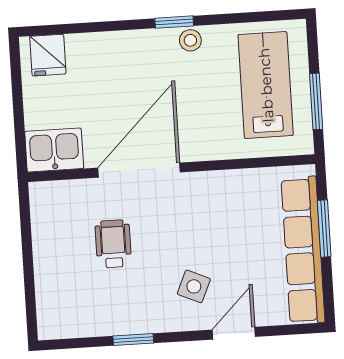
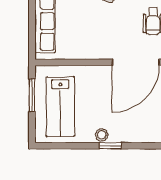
window: (324, 229) -> (32, 22), removed

